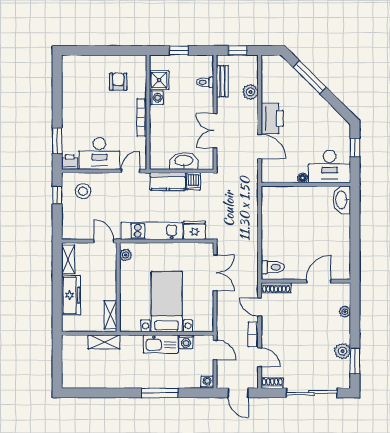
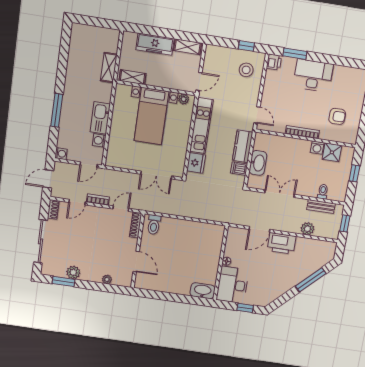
desk: (99, 154) -> (313, 76), moved, turned 90
bed with nightstands: (167, 302) -> (151, 116), moved, turned 90

